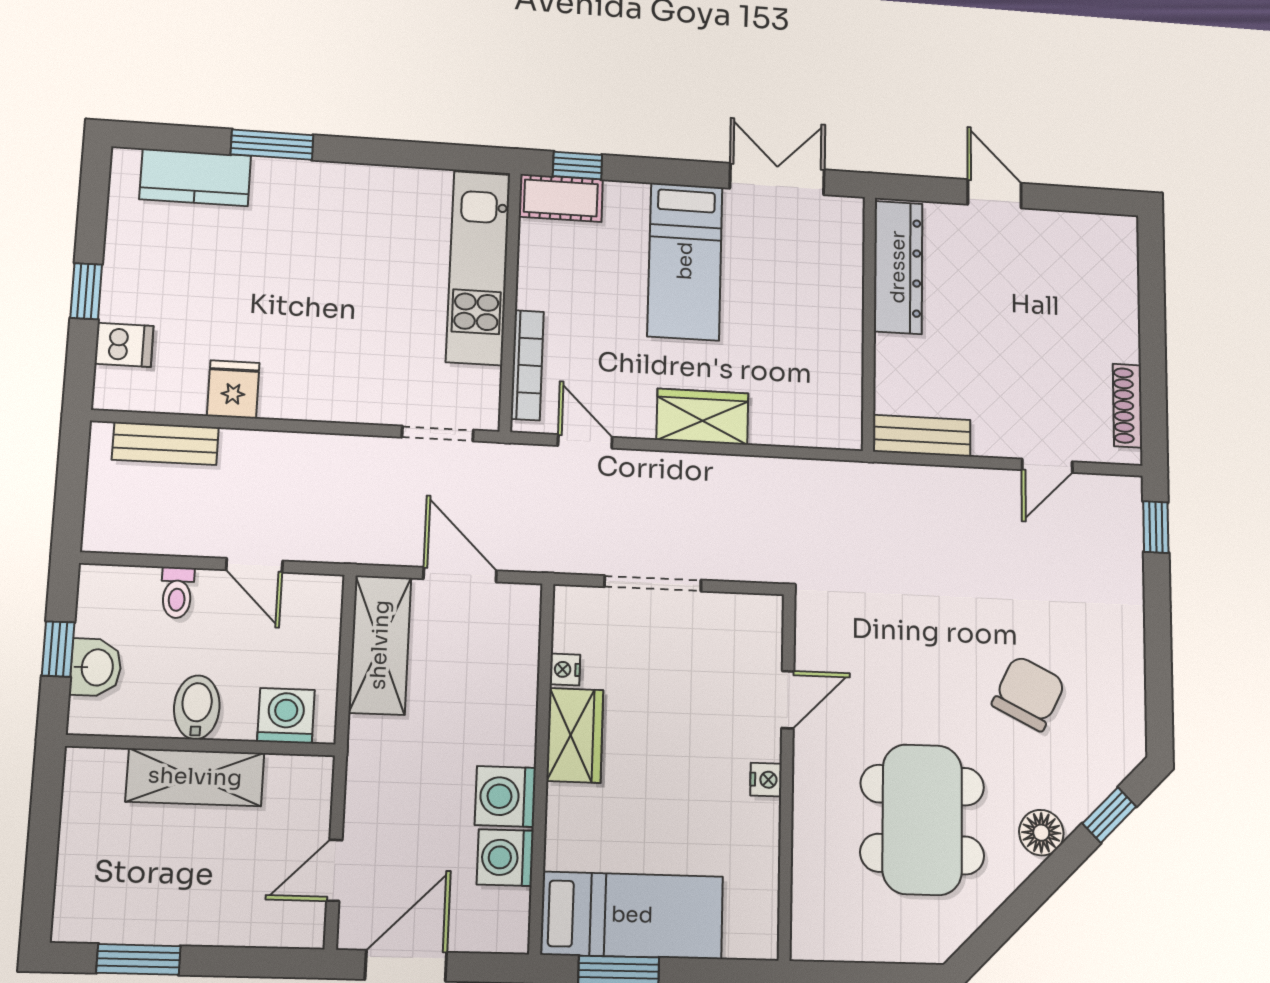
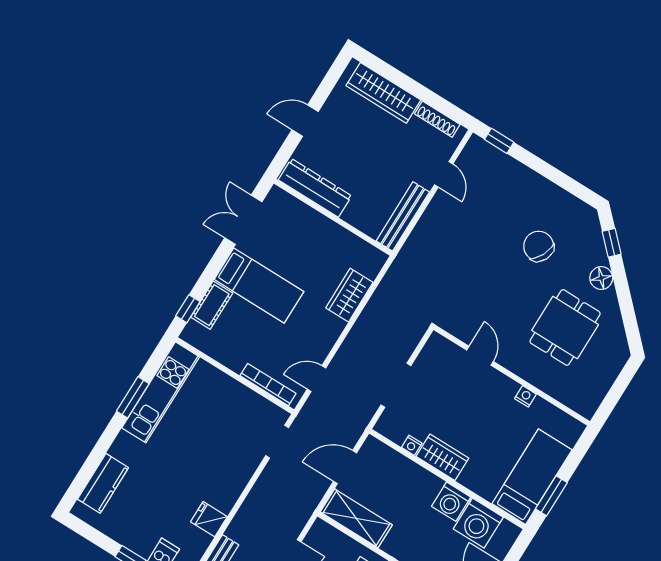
window: (272, 145) -> (133, 397), moved
cot: (561, 198) -> (212, 305), moved
kitchen unit: (478, 268) -> (161, 392), moved, turned -90
wardrobe: (1114, 295) -> (383, 93), added
wardrobe: (702, 417) -> (349, 295), moved
bench: (922, 436) -> (403, 216), width x1.36
nightstand: (766, 780) -> (525, 396), moved
dining table: (922, 820) -> (565, 327), width x0.73
washing machine: (505, 858) -> (478, 523), width x1.37, depth x1.37

